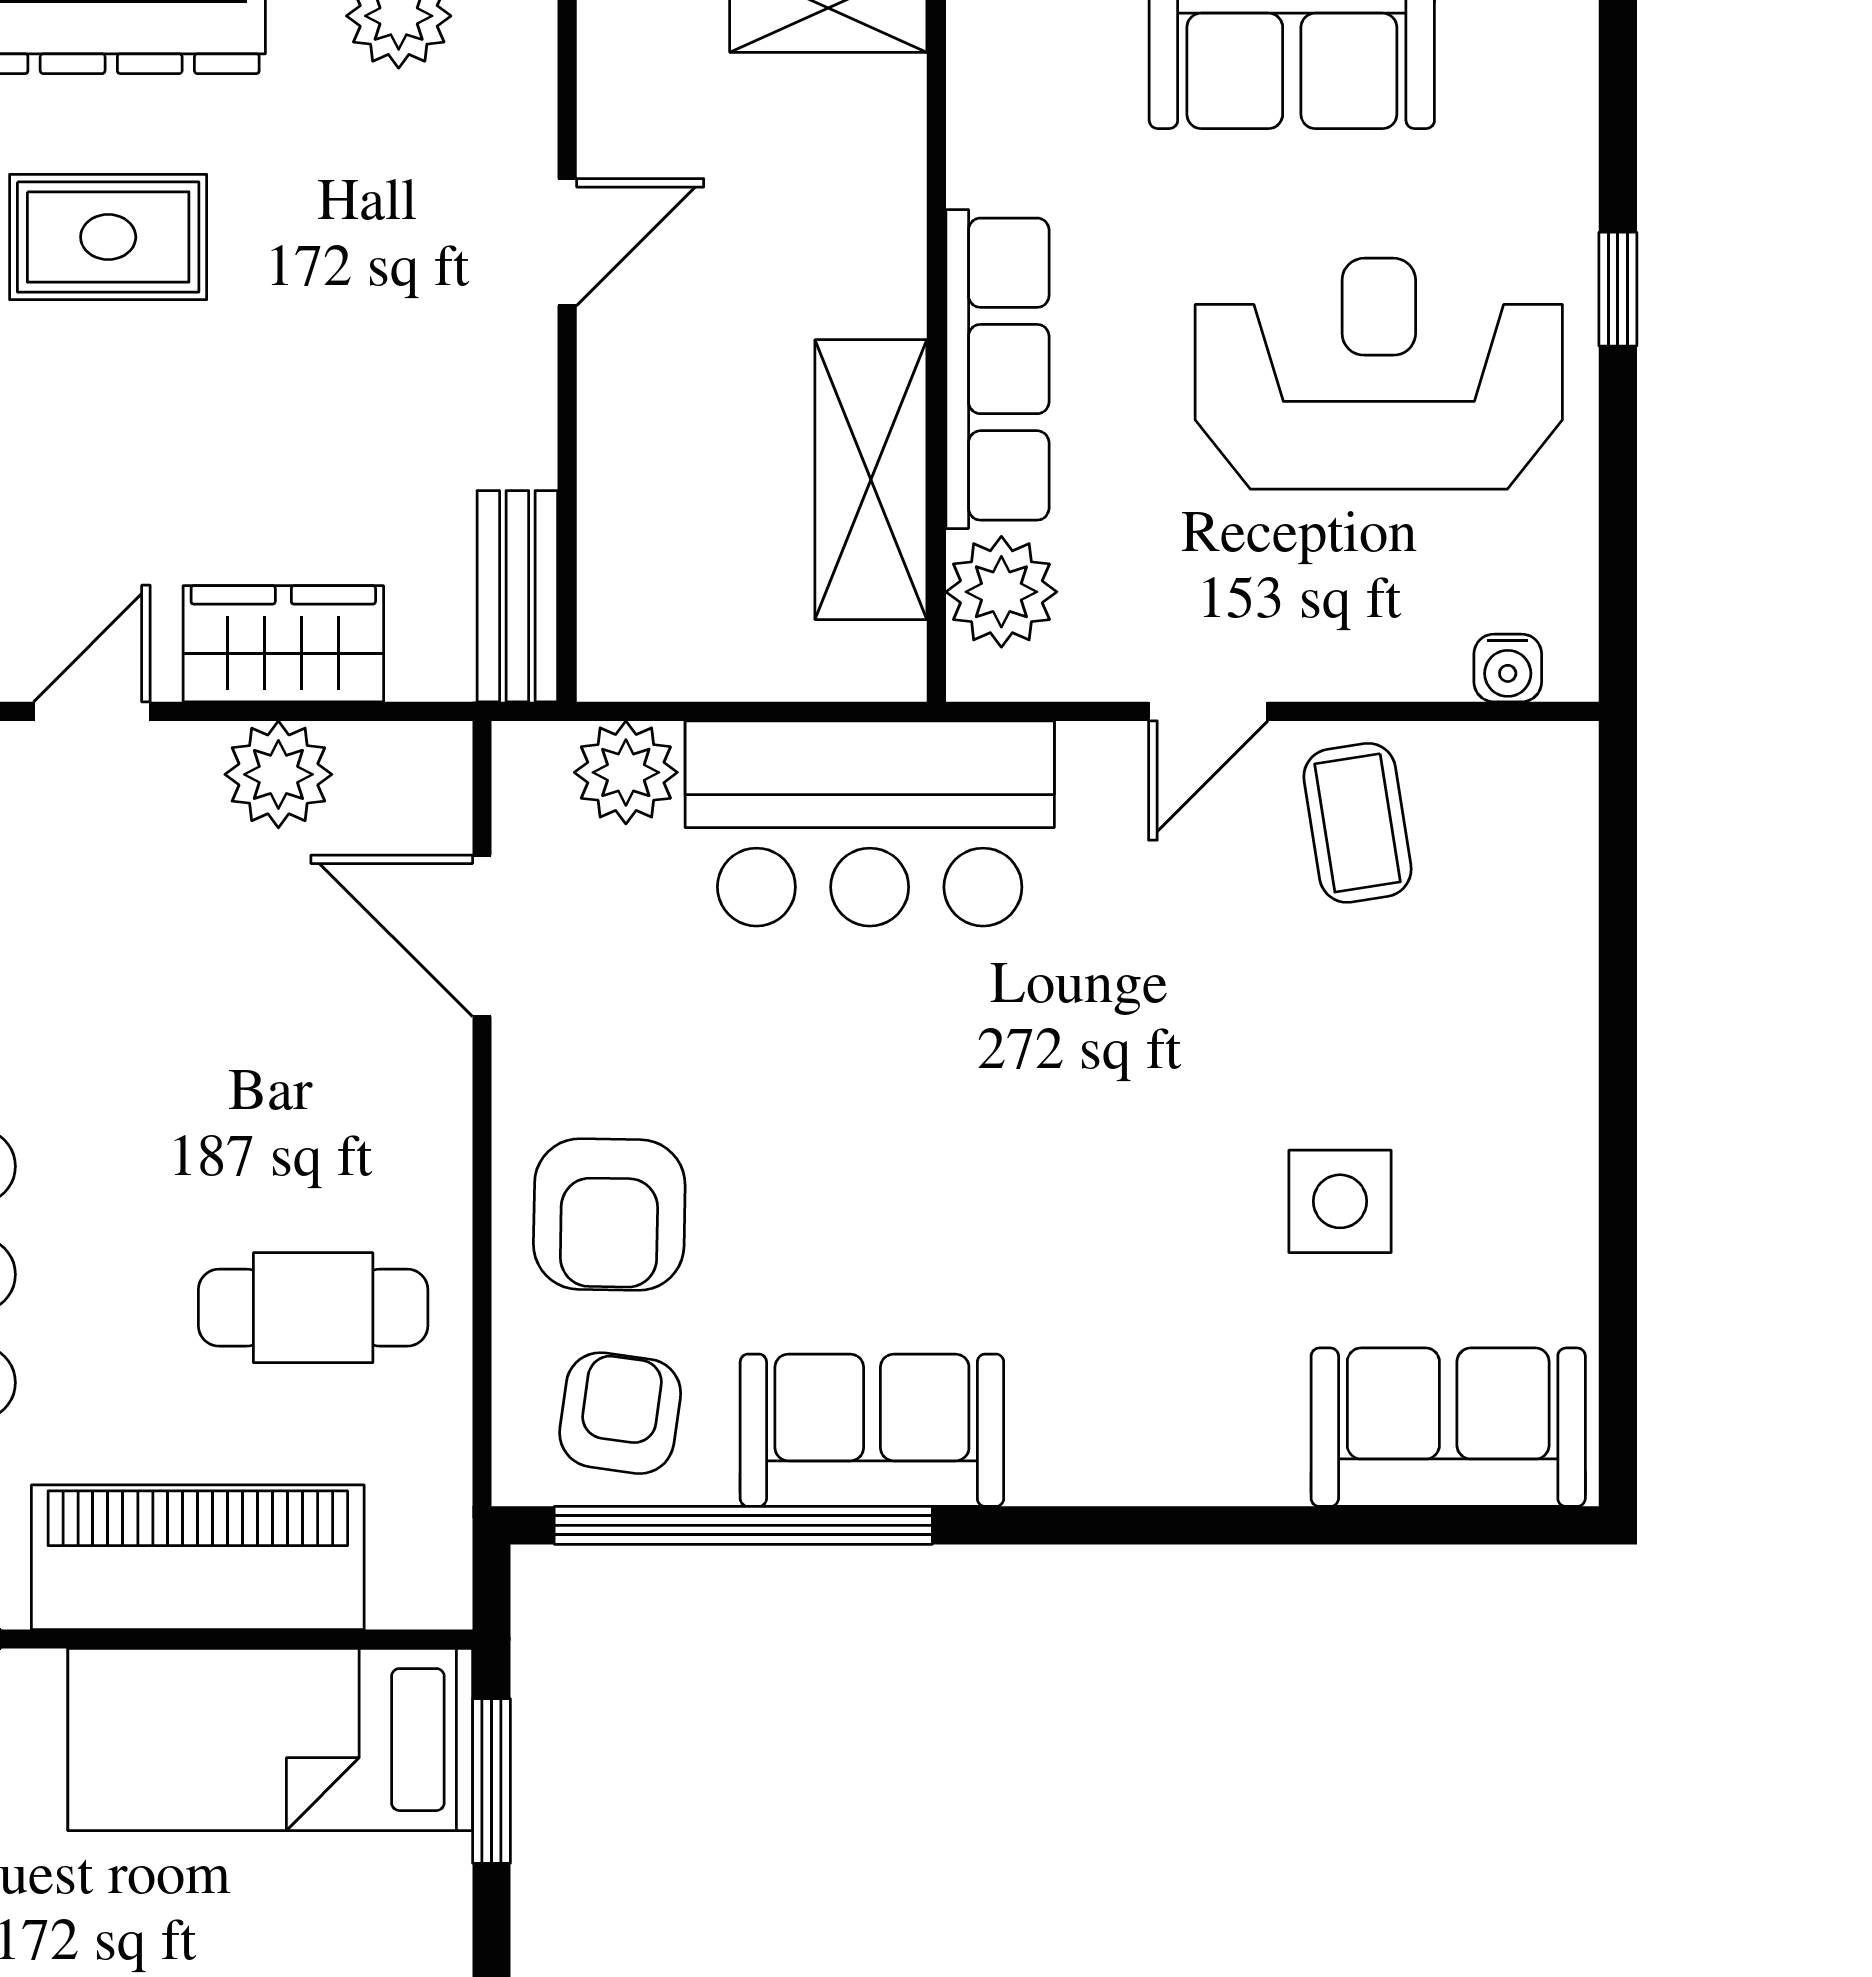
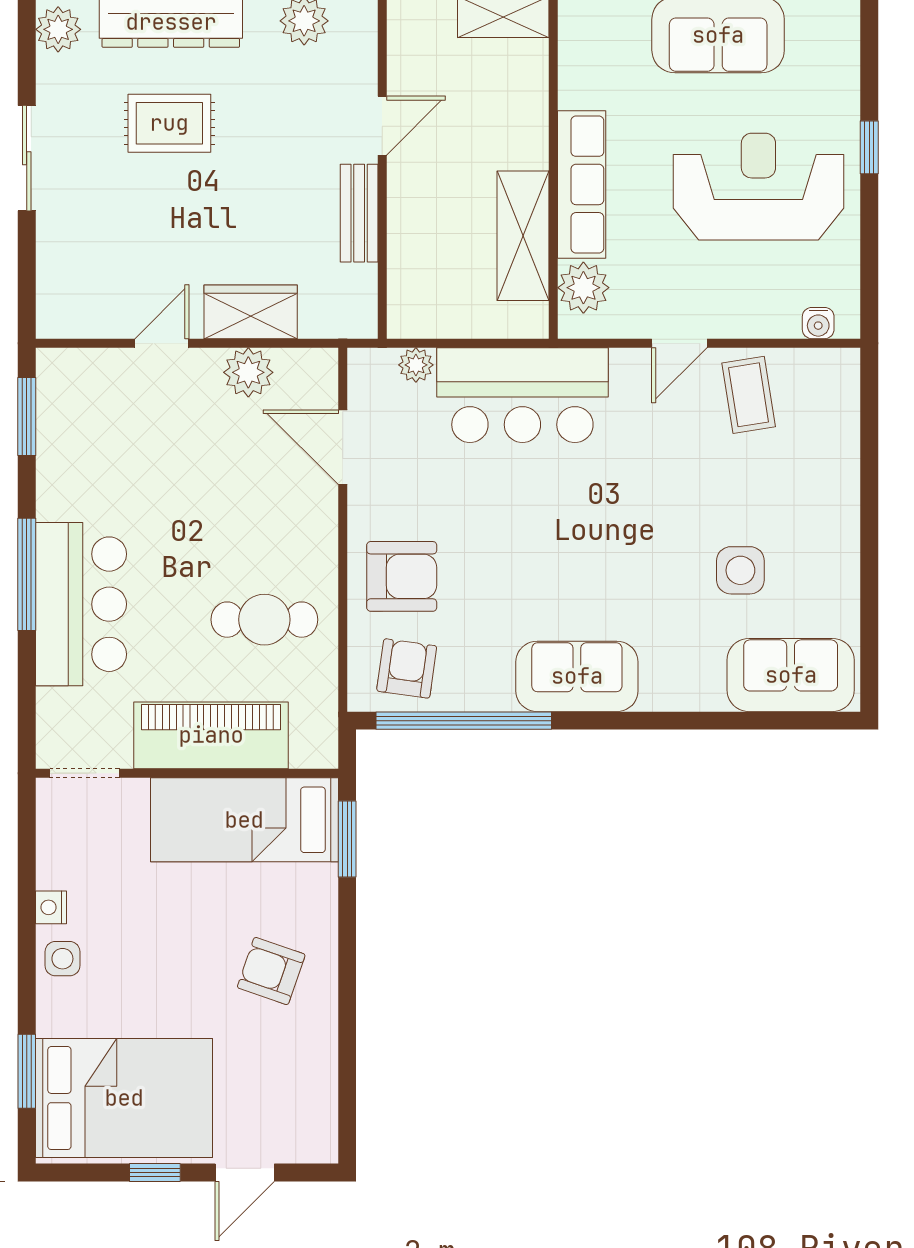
bench: (517, 596) -> (359, 213), moved
plant: (626, 772) -> (416, 365), width x0.73, depth x0.73
armchair: (609, 1214) -> (402, 576), turned -91
sofa: (872, 1430) -> (577, 676), moved

